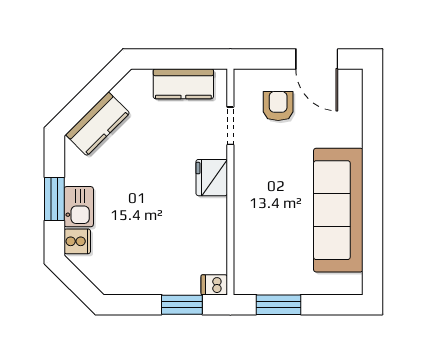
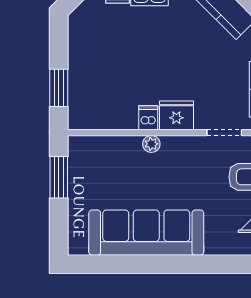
plant: (243, 205) -> (151, 144), added
dishwasher: (214, 285) -> (148, 118), moved

